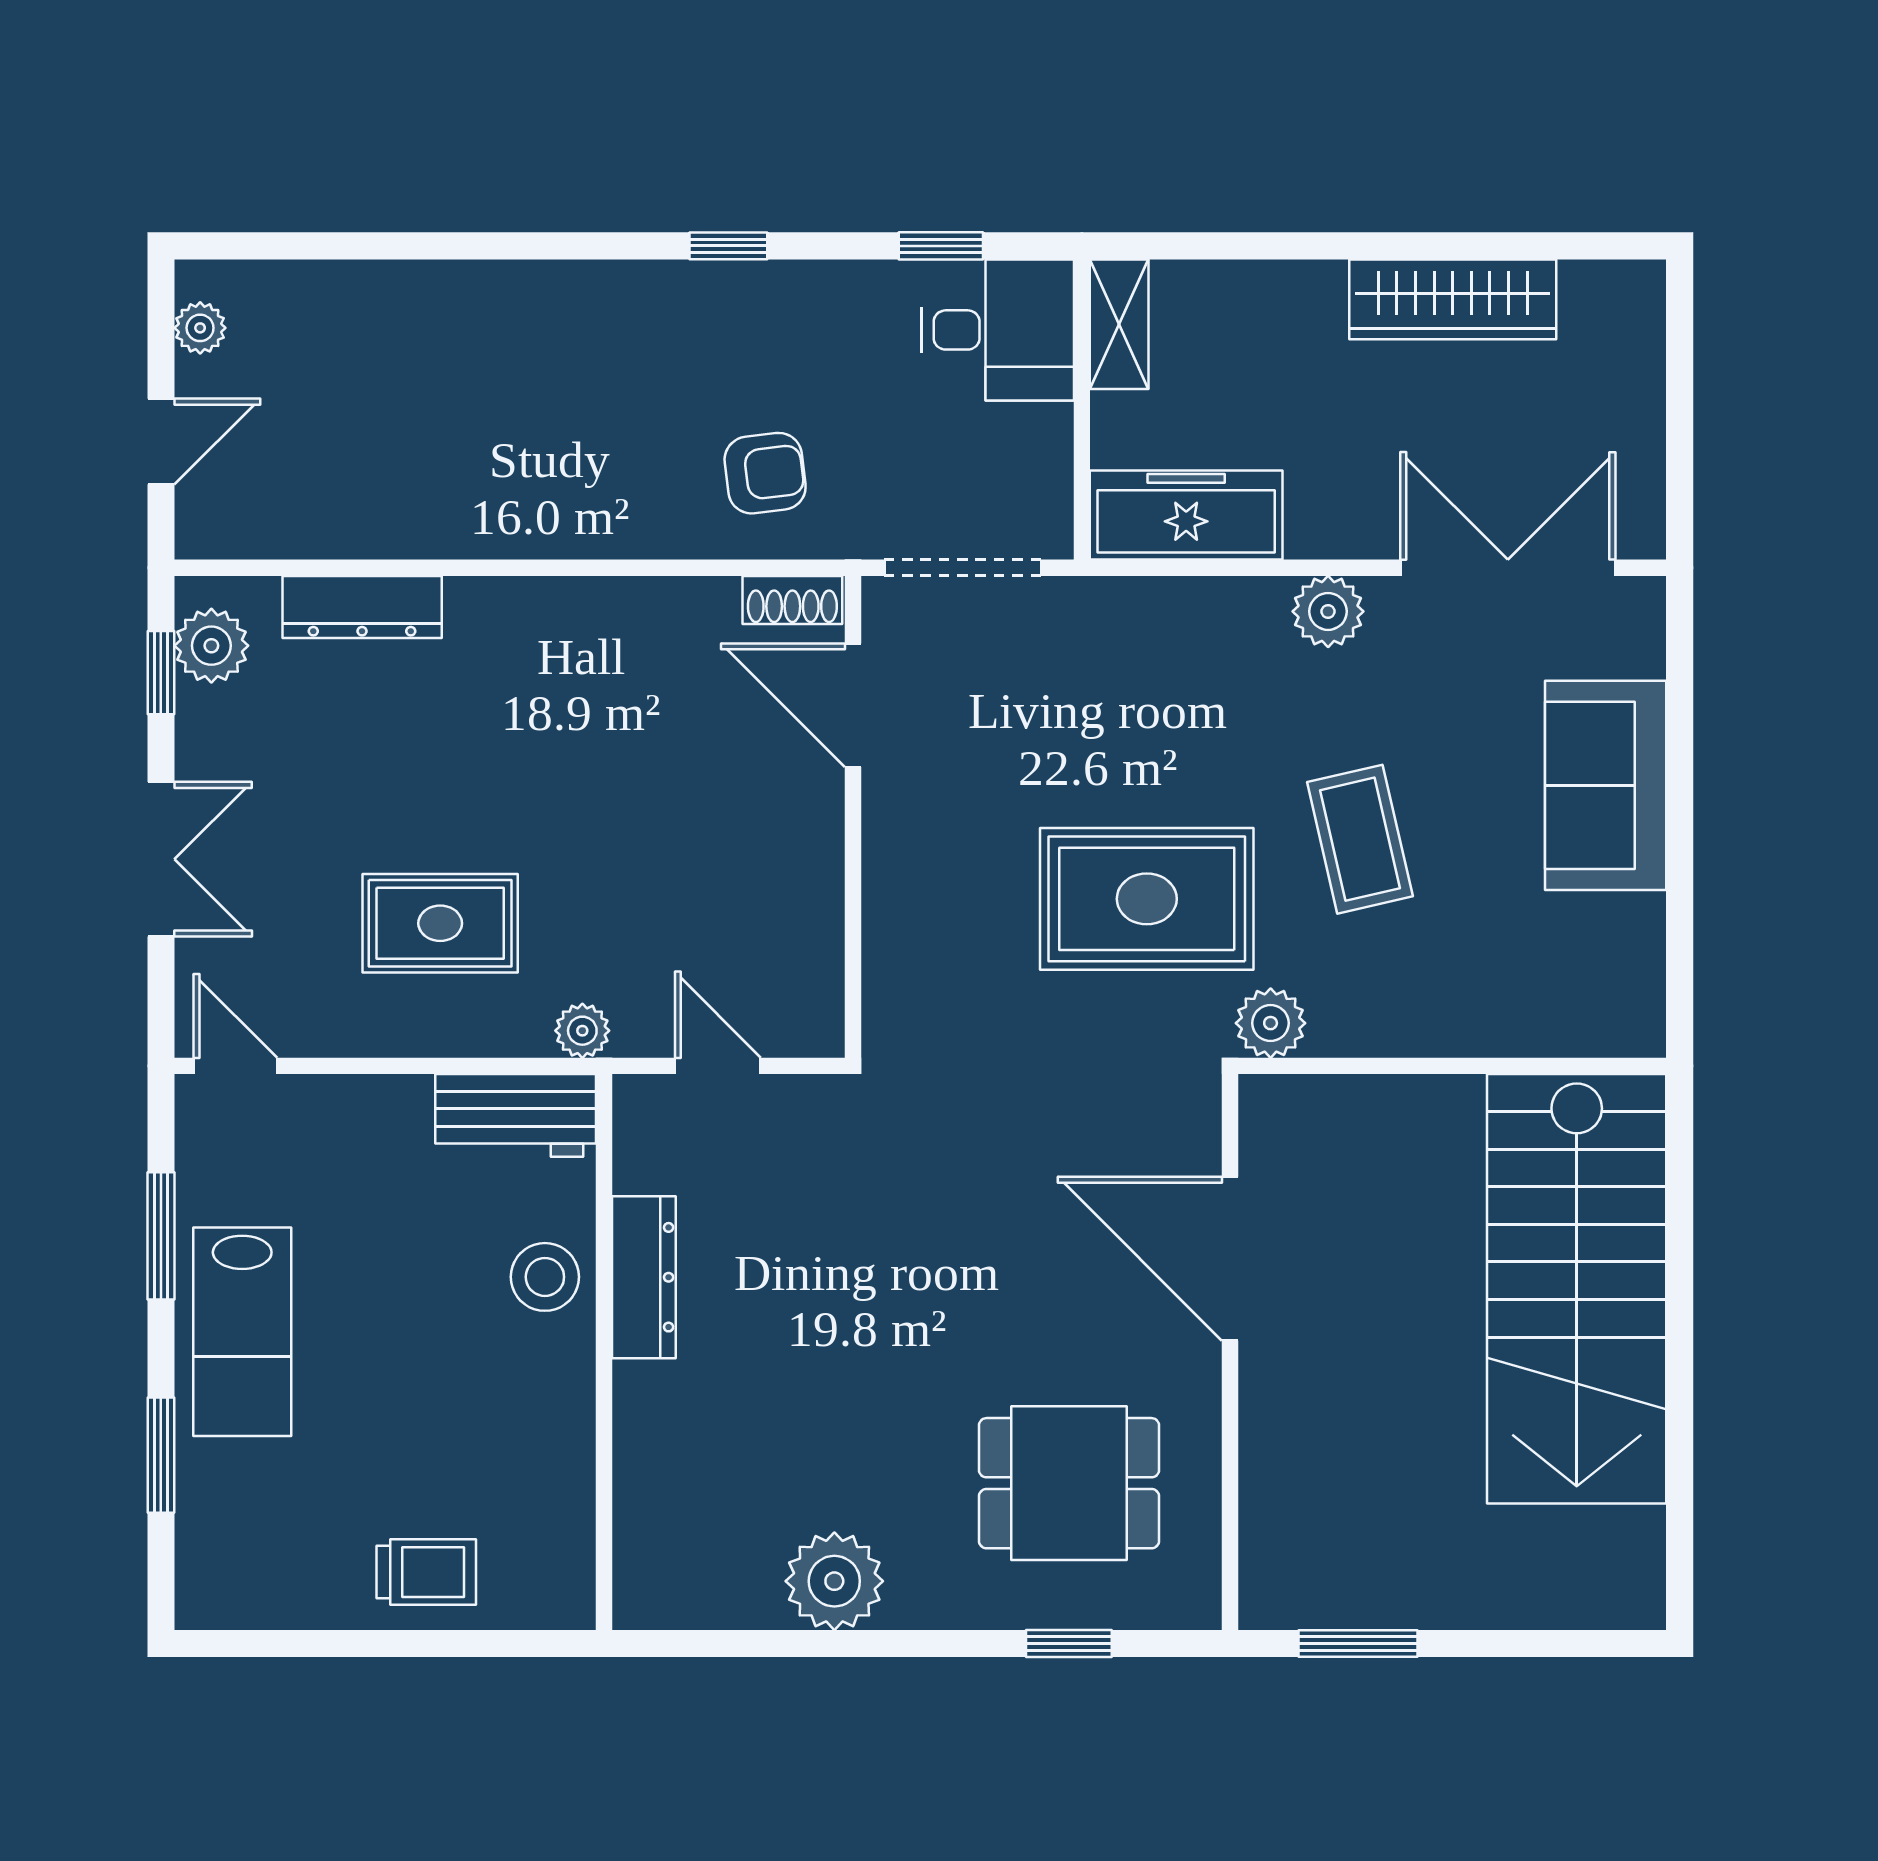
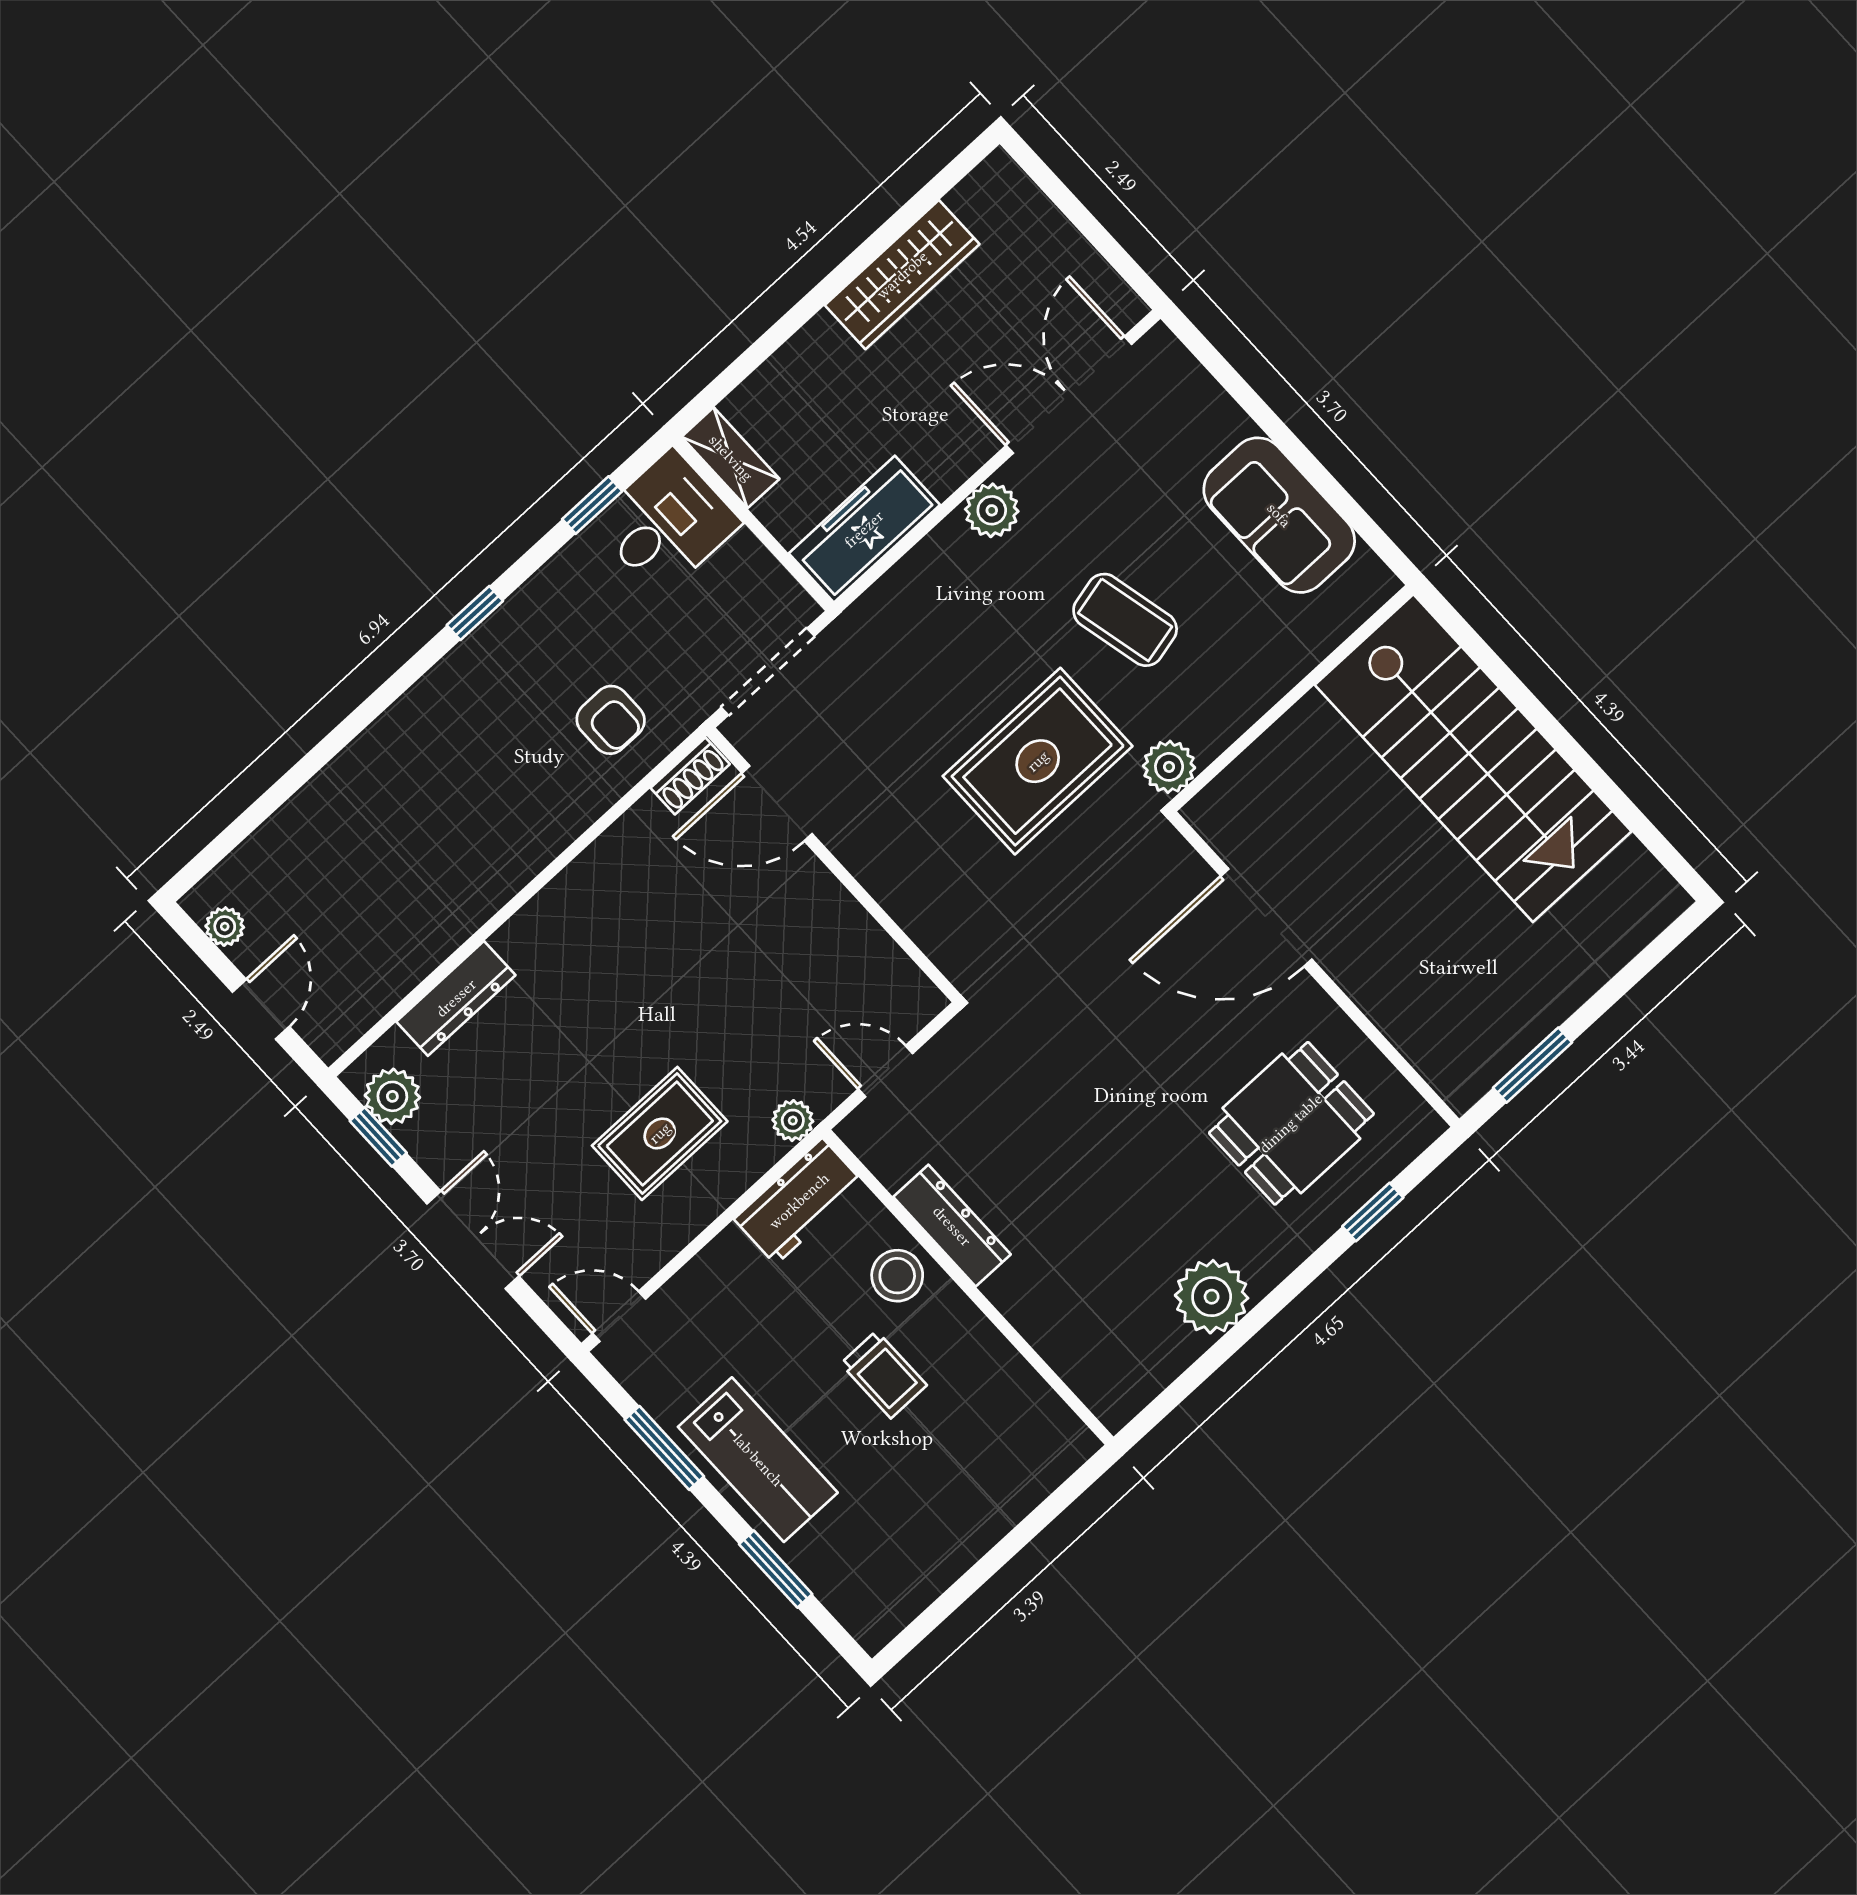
armchair: (765, 473) -> (611, 720), turned 97
sofa: (1606, 785) -> (1279, 515), moved
trolley: (426, 1572) -> (884, 1375), moved, turned 90

